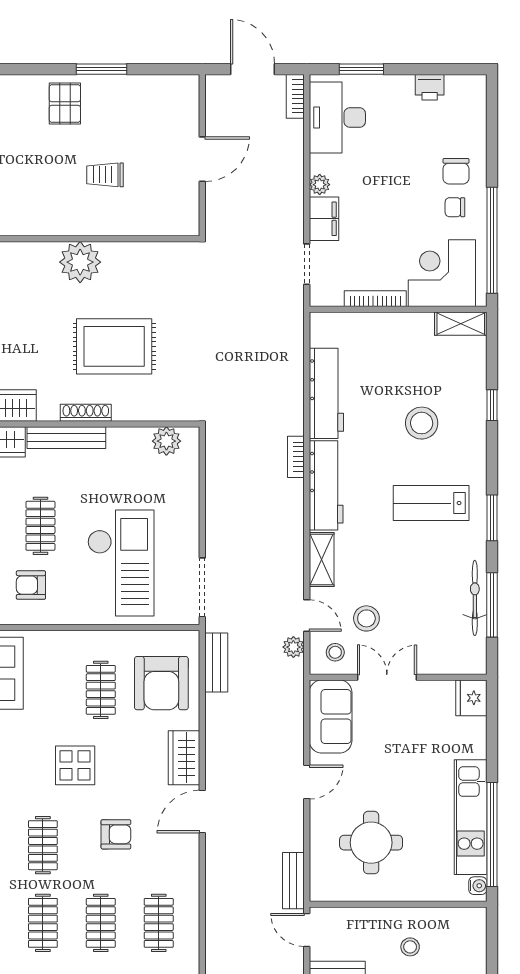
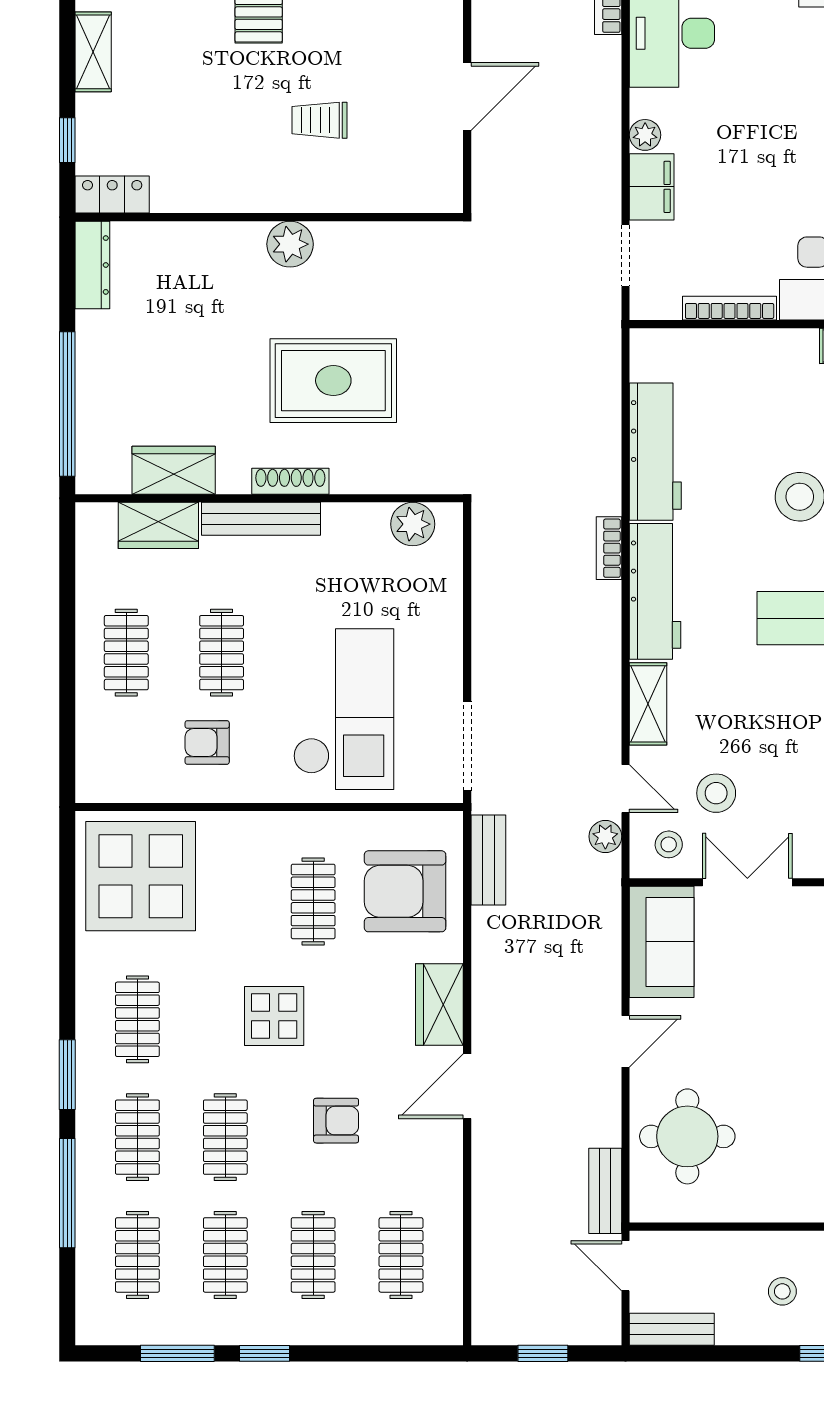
plant: (80, 262) -> (290, 244), width x0.73, depth x0.73
armchair: (161, 683) -> (405, 891), turned 90
round table: (371, 843) -> (687, 1136), moved

